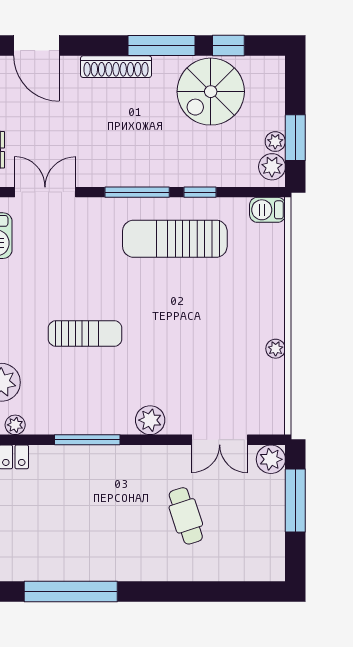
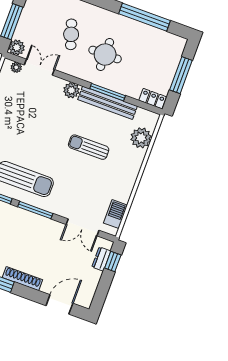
door: (36, 46) -> (59, 304), hinge flipped
bench: (80, 422) -> (108, 103), added
plant: (15, 425) -> (16, 67), moved
round table: (115, 503) -> (105, 54), added

